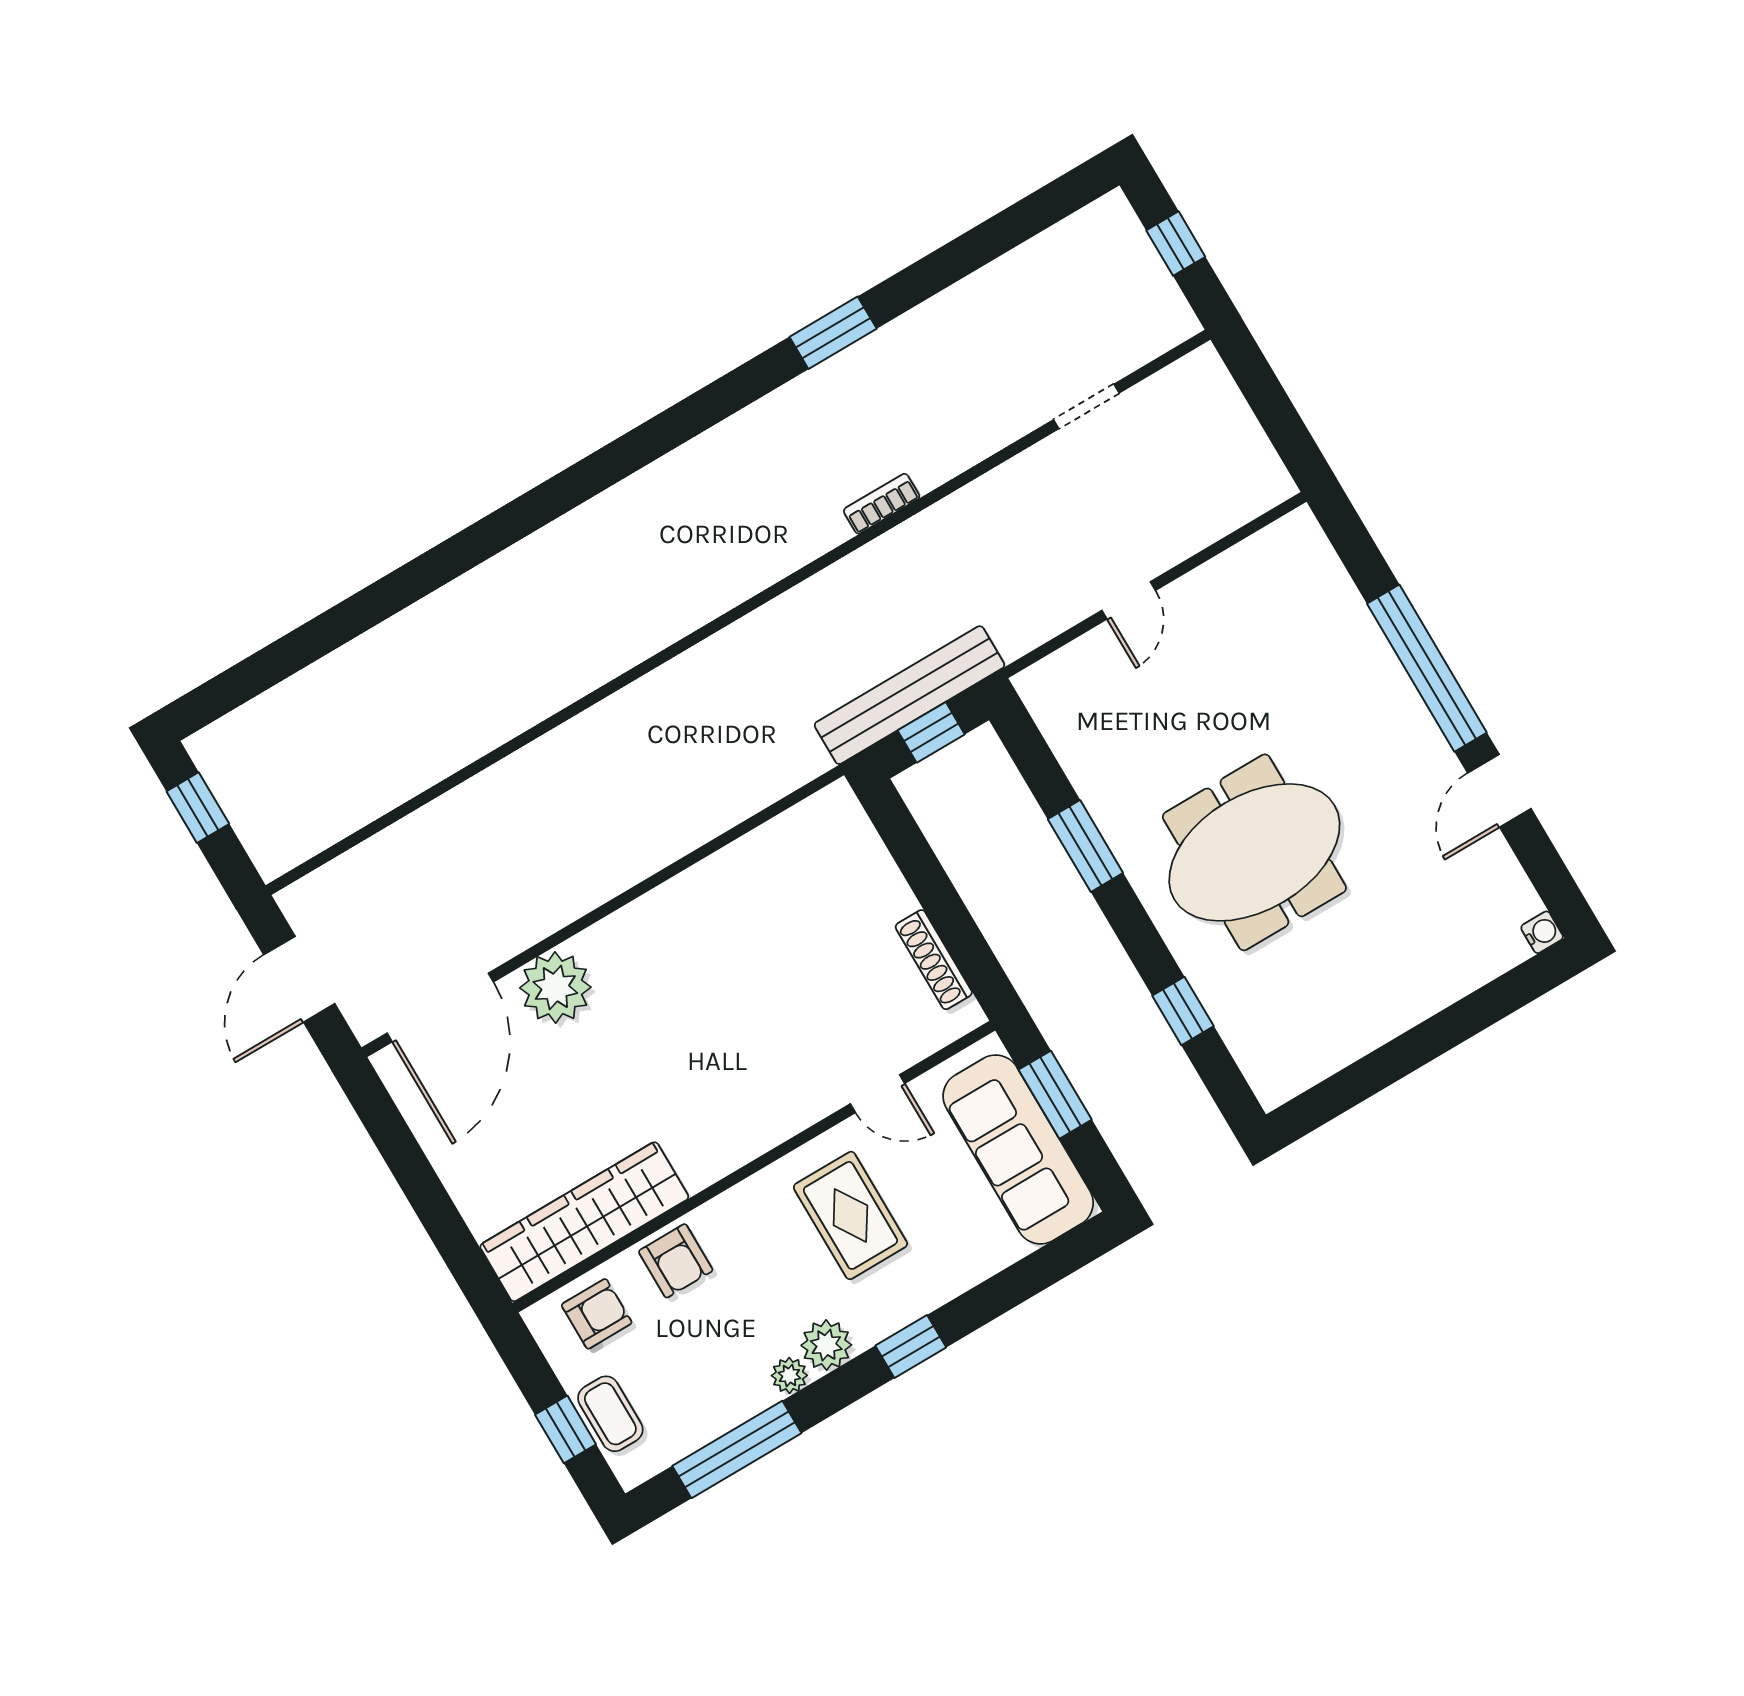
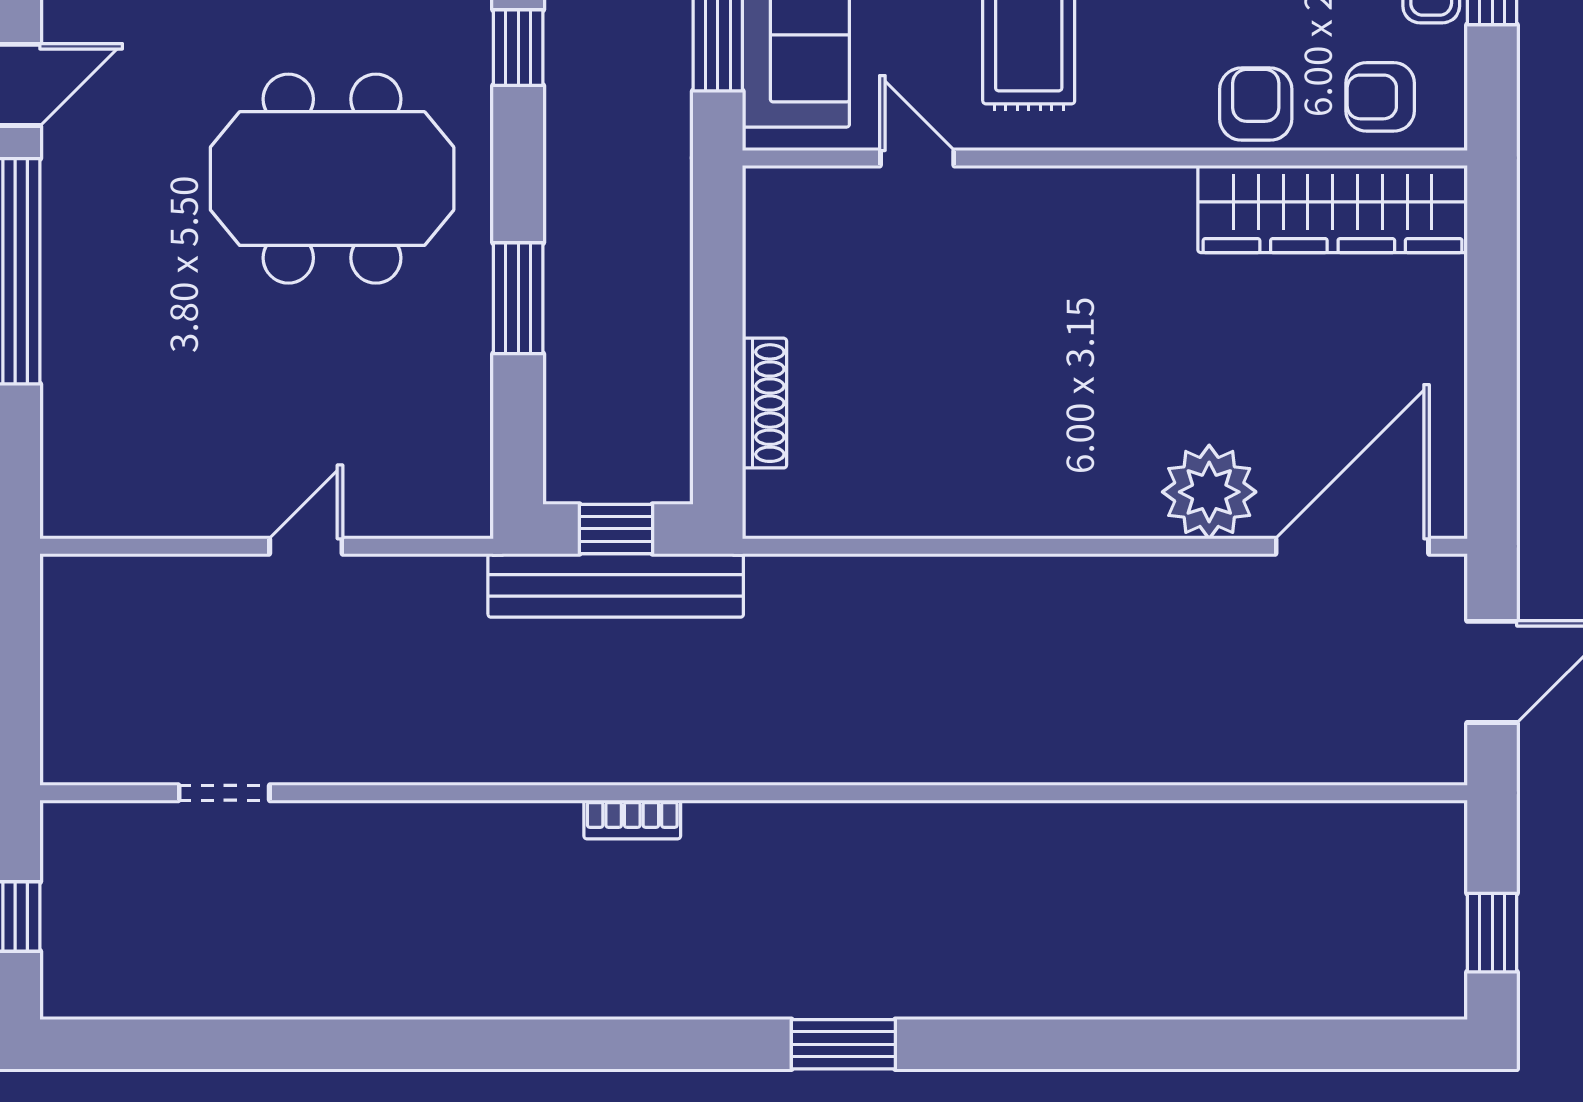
window: (833, 333) -> (843, 1044), moved
bookcase: (882, 504) -> (632, 820), moved
shoe rack: (934, 960) -> (765, 403), moved

